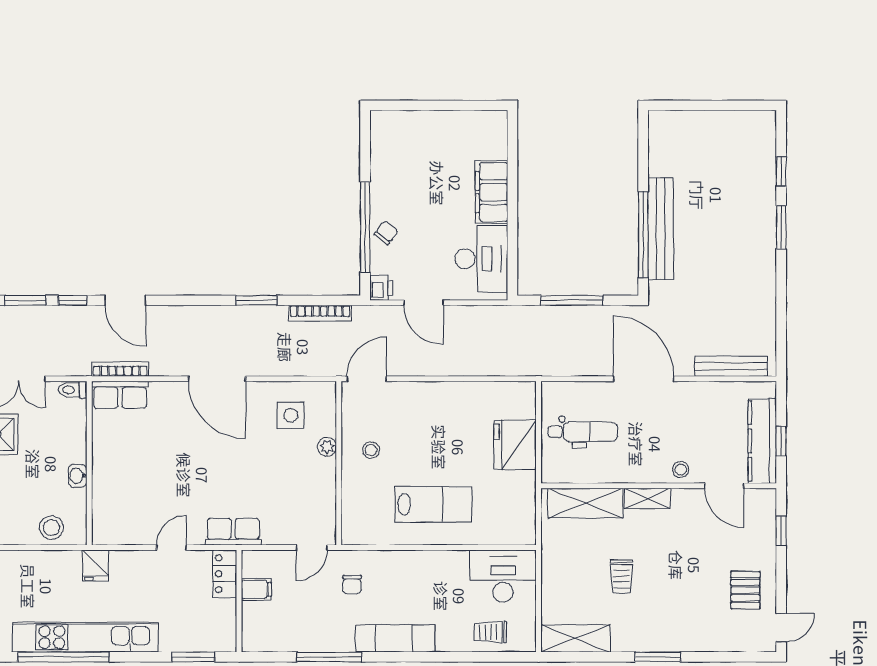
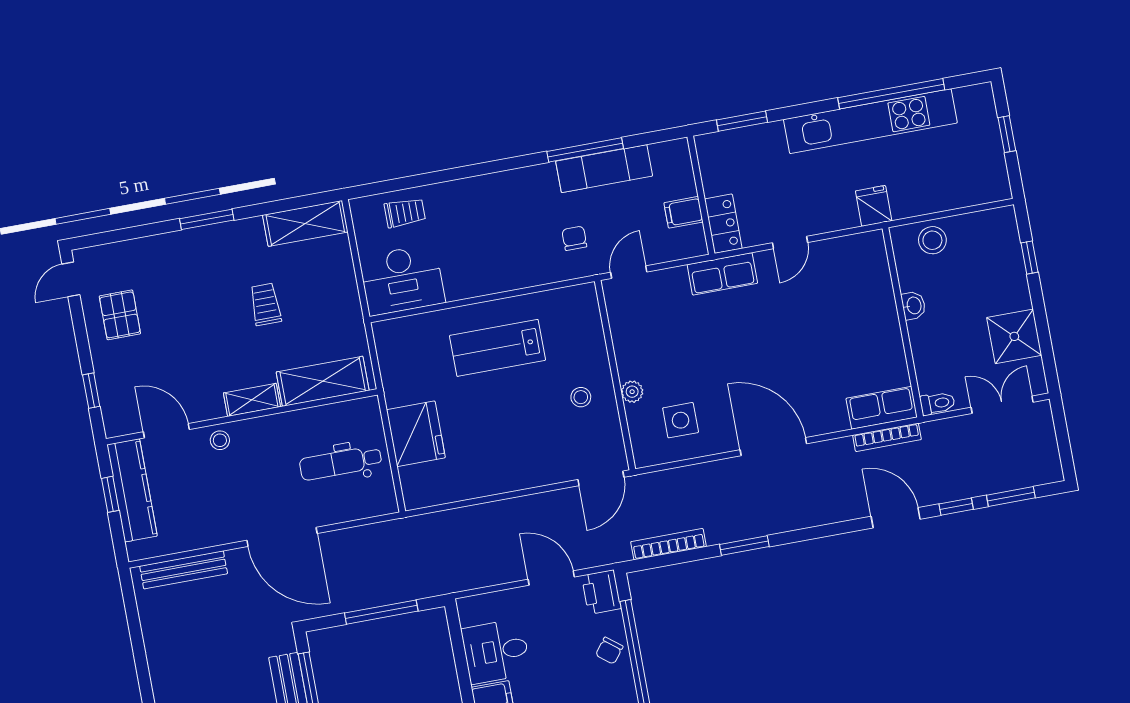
desk: (481, 259) -> (496, 651), width x0.73
printer: (381, 288) -> (601, 592), width x1.36, depth x1.24
exam couch: (395, 638) -> (604, 169), moved

